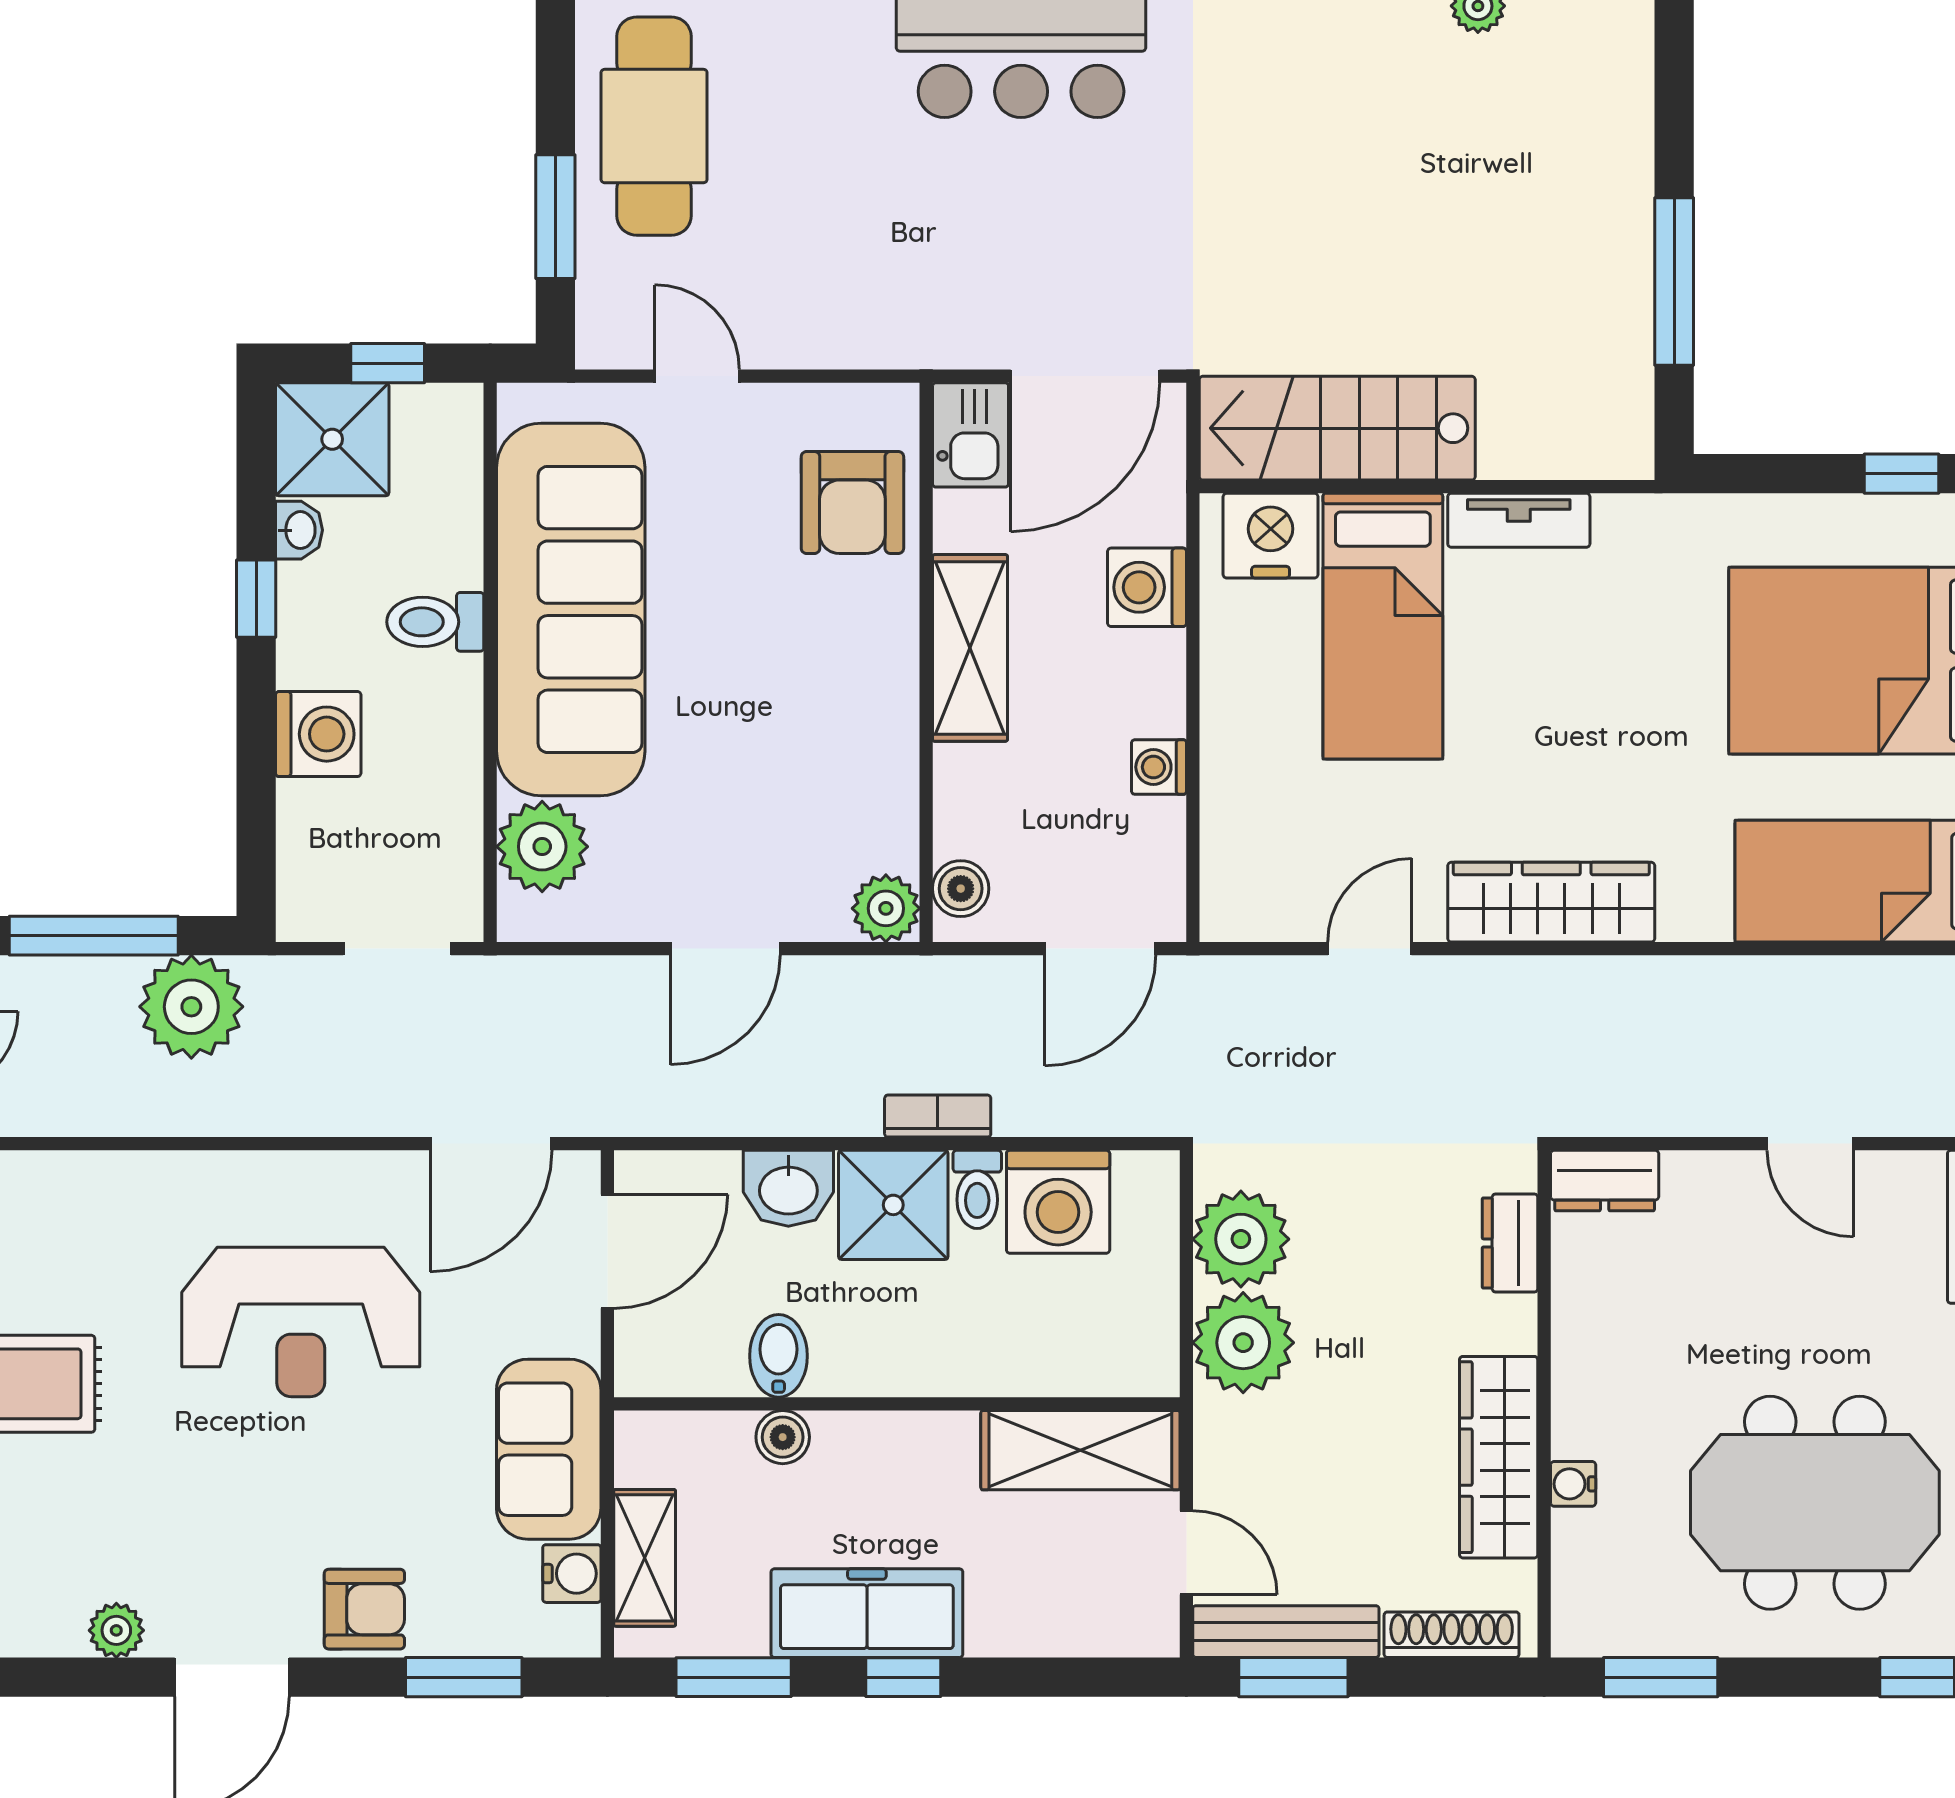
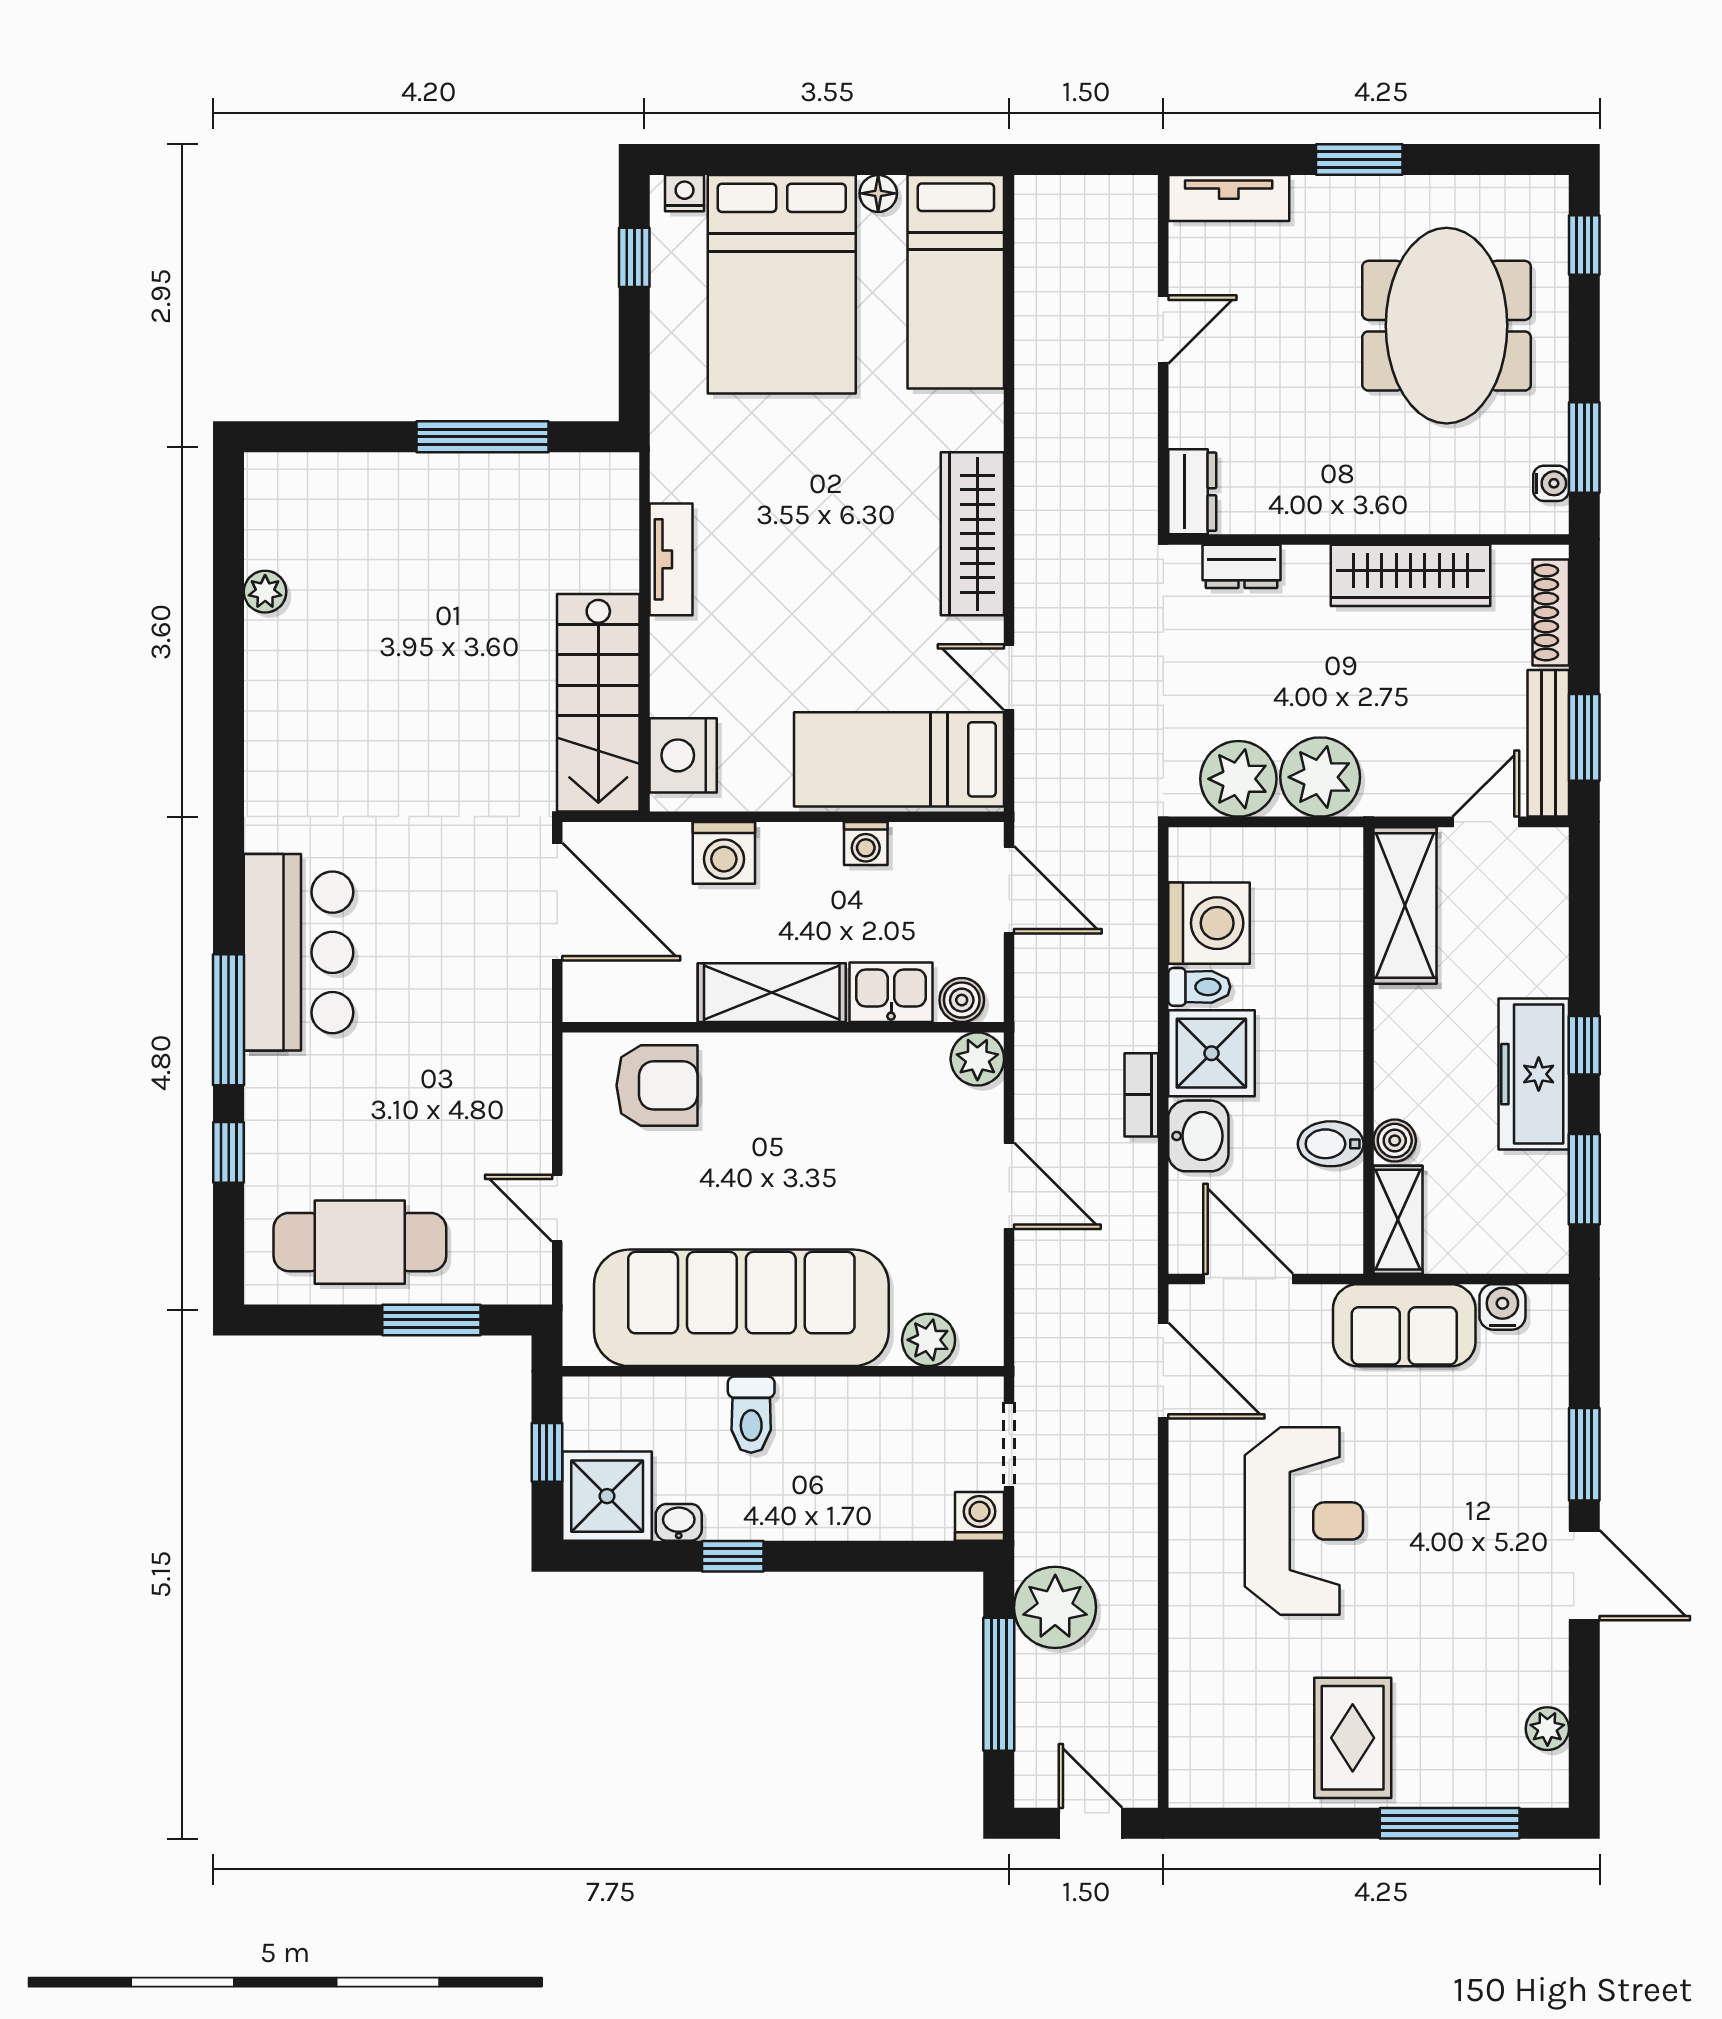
door: (697, 376) -> (557, 1208), hinge flipped
kitchen sink: (971, 435) -> (891, 992), moved
bed: (1383, 626) -> (899, 759), moved, turned 180
washing machine: (318, 734) -> (980, 1516), moved, width x0.73, depth x0.73
plant: (542, 847) -> (929, 1340), width x0.73, depth x0.73
bookcase: (938, 1116) -> (1141, 1095), moved
water cooler: (1573, 1484) -> (1551, 483), moved, turned -90
shelving: (645, 1558) -> (1398, 1220), moved, turned 90
armchair: (364, 1609) -> (1531, 1471), removed
plant: (116, 1630) -> (1547, 1729), moved
window: (464, 1677) -> (1584, 1454), moved

